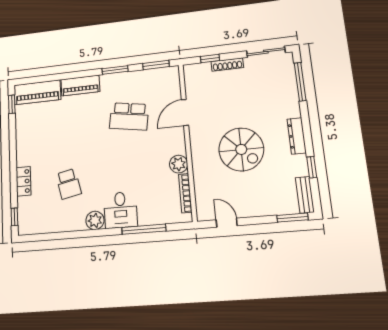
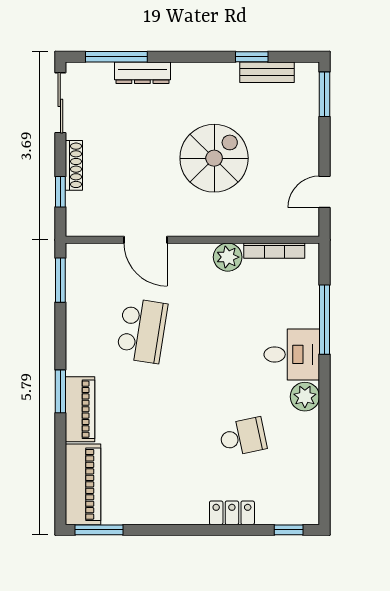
window: (115, 70) -> (60, 391), moved
window: (12, 104) -> (99, 530), width x1.50
dresser: (297, 136) -> (142, 73), moved
bench: (305, 195) -> (267, 72), moved

